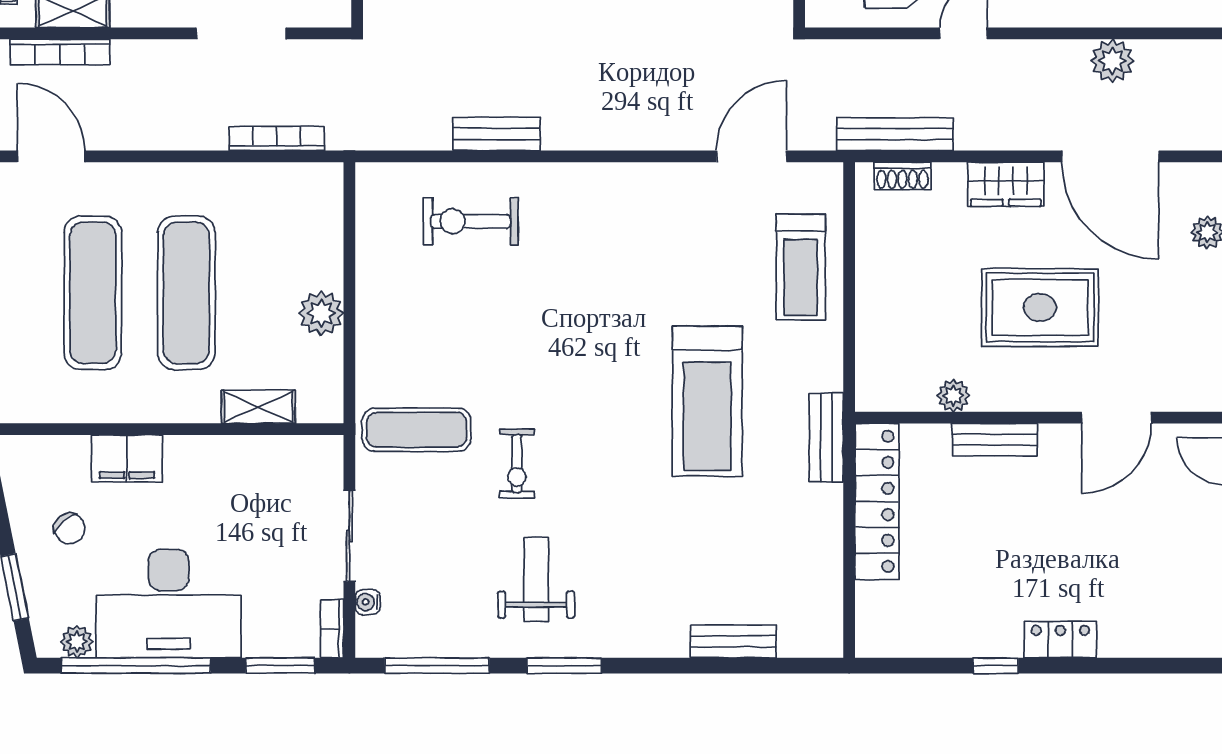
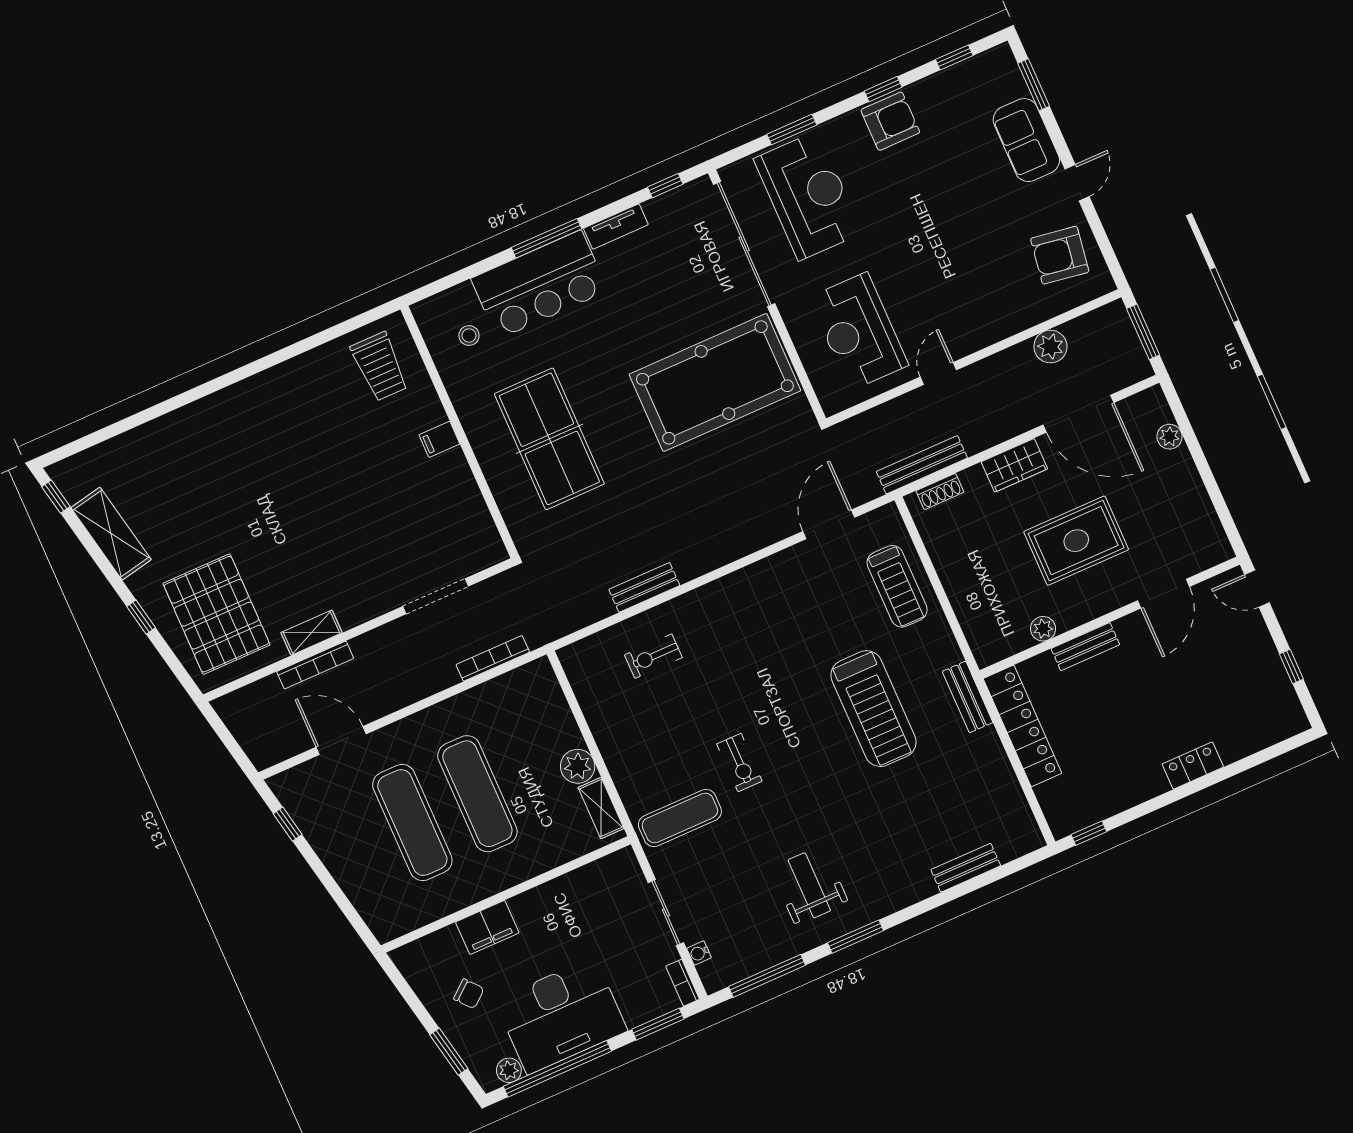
exercise bike: (471, 221) -> (653, 656), width x0.73, depth x0.72
shelving: (258, 407) -> (601, 808), moved, turned 90
exercise bike: (517, 464) -> (740, 763), moved
window: (996, 666) -> (1089, 833), moved

